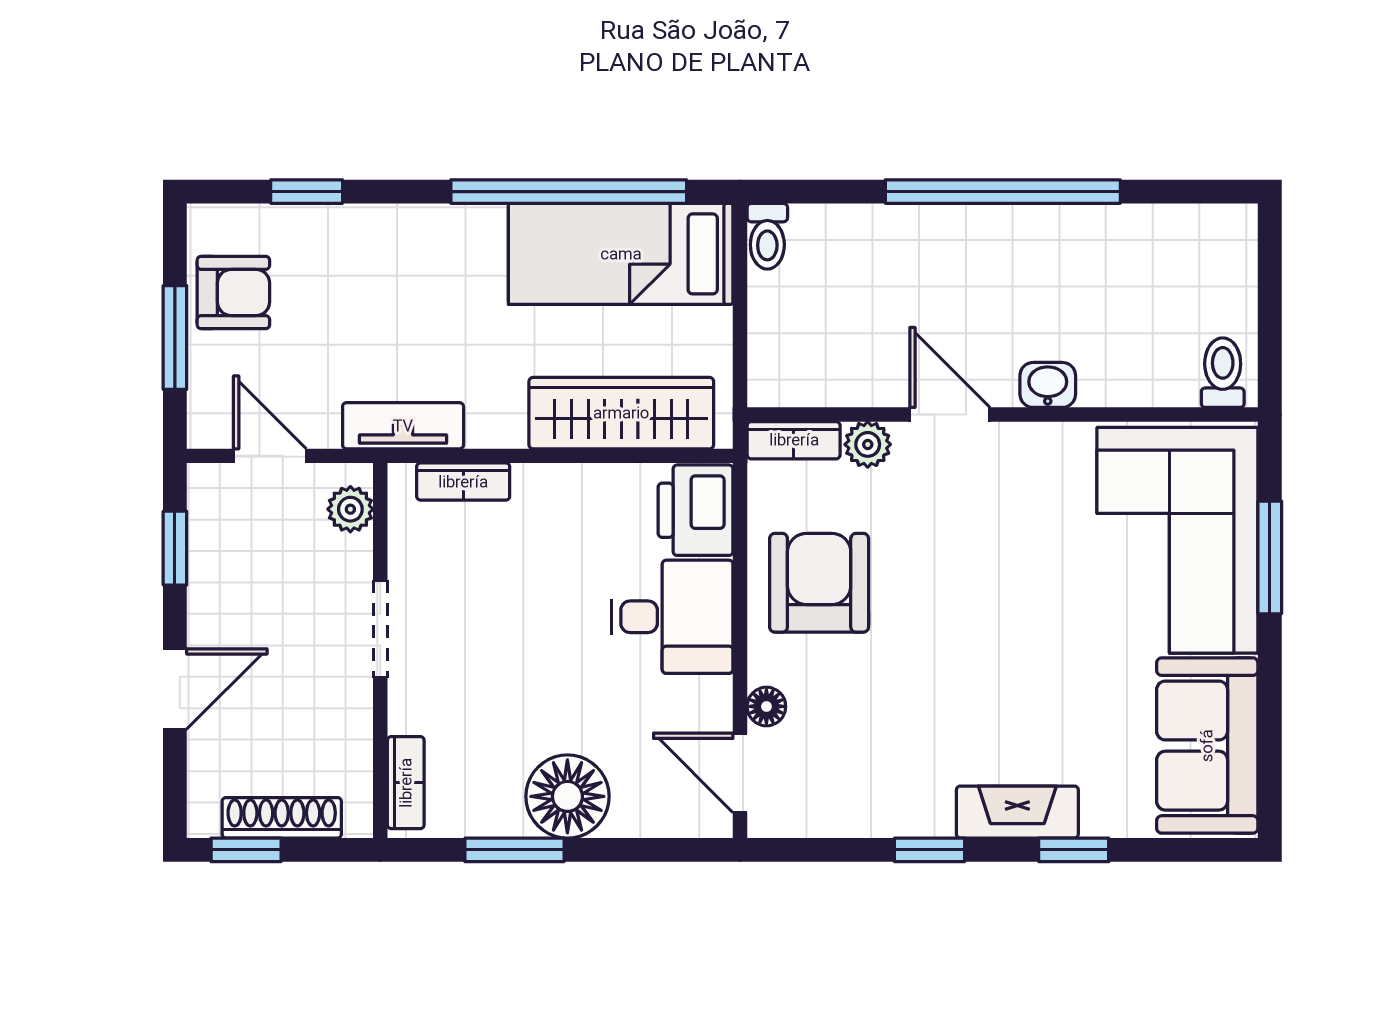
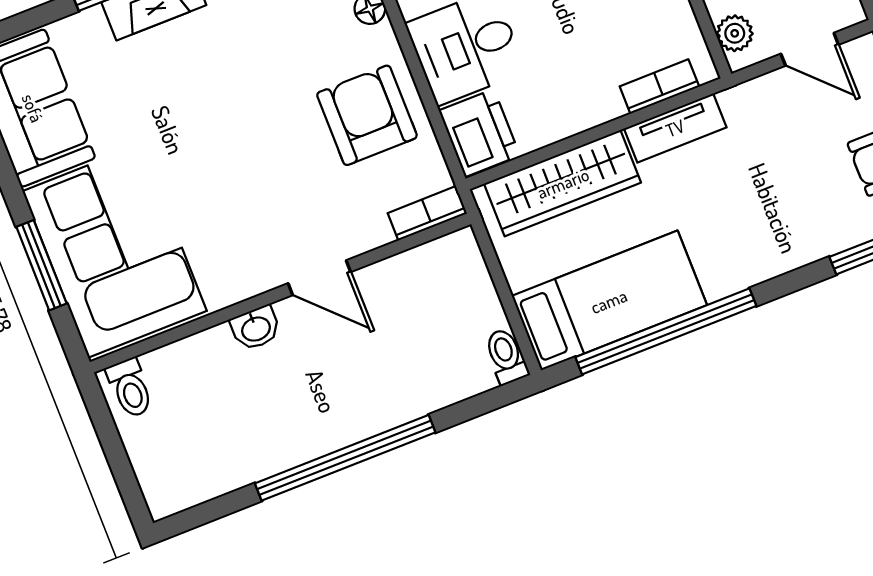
tv unit: (403, 426) -> (675, 128), moved
plant: (868, 444) -> (371, 232), removed
armchair: (819, 583) -> (367, 115), turned 180

